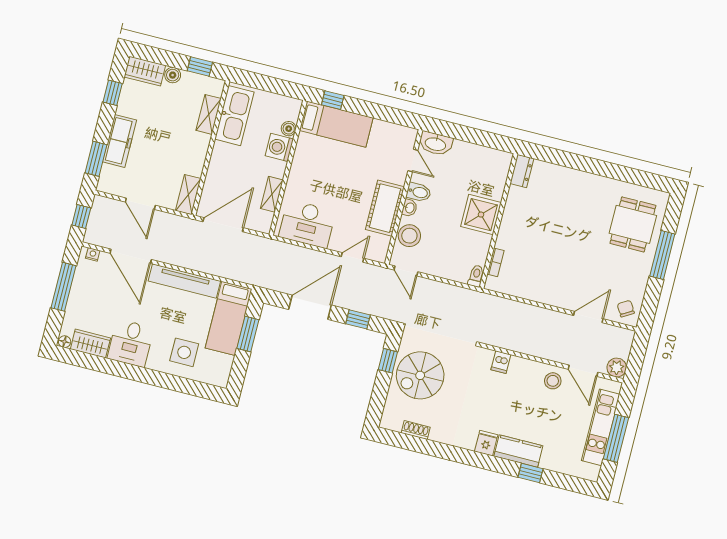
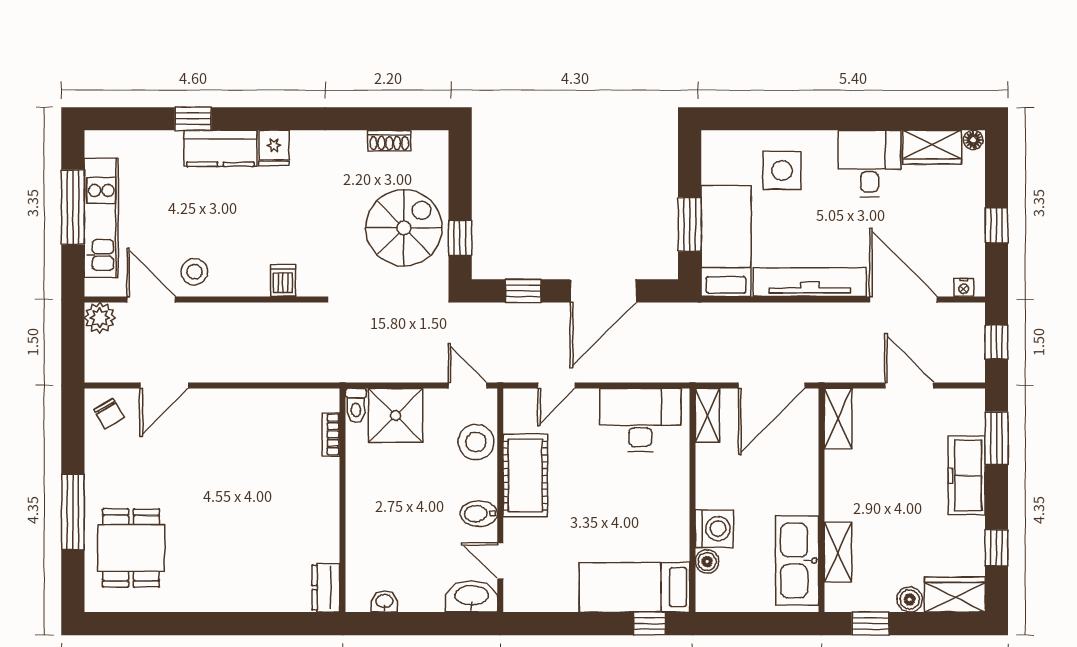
shelving: (272, 194) -> (707, 415), moved
washbasin: (409, 208) -> (384, 602), moved, turned 90
shower: (481, 215) -> (396, 415), moved
window: (64, 287) -> (996, 225), width x0.46

